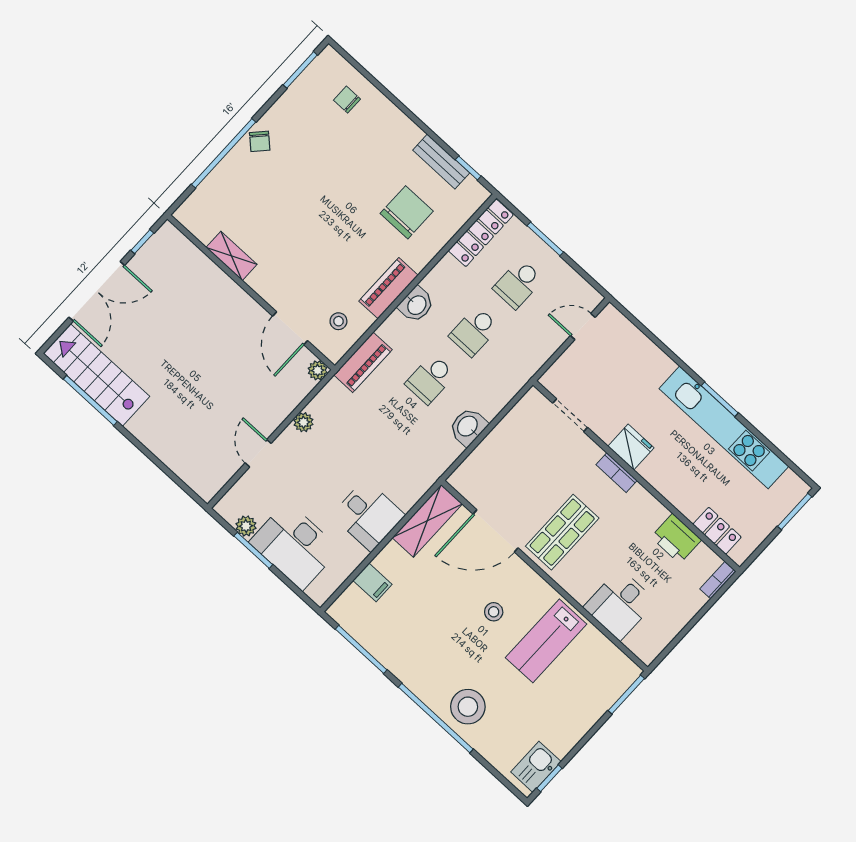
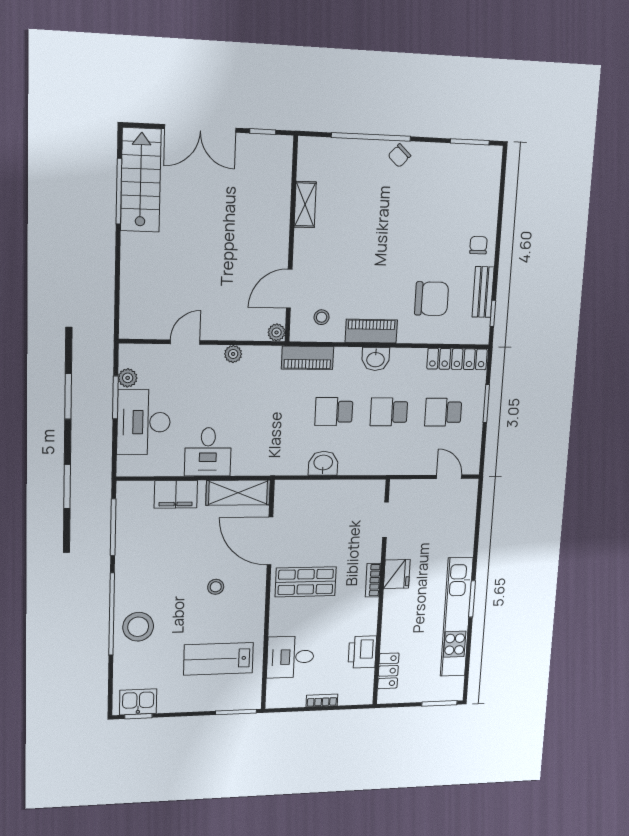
chair: (347, 100) -> (478, 245), moved
bookcase: (718, 580) -> (322, 700), moved
filing cabinet: (372, 582) -> (176, 494), width x2.00
lab bench: (546, 641) -> (218, 659), moved

